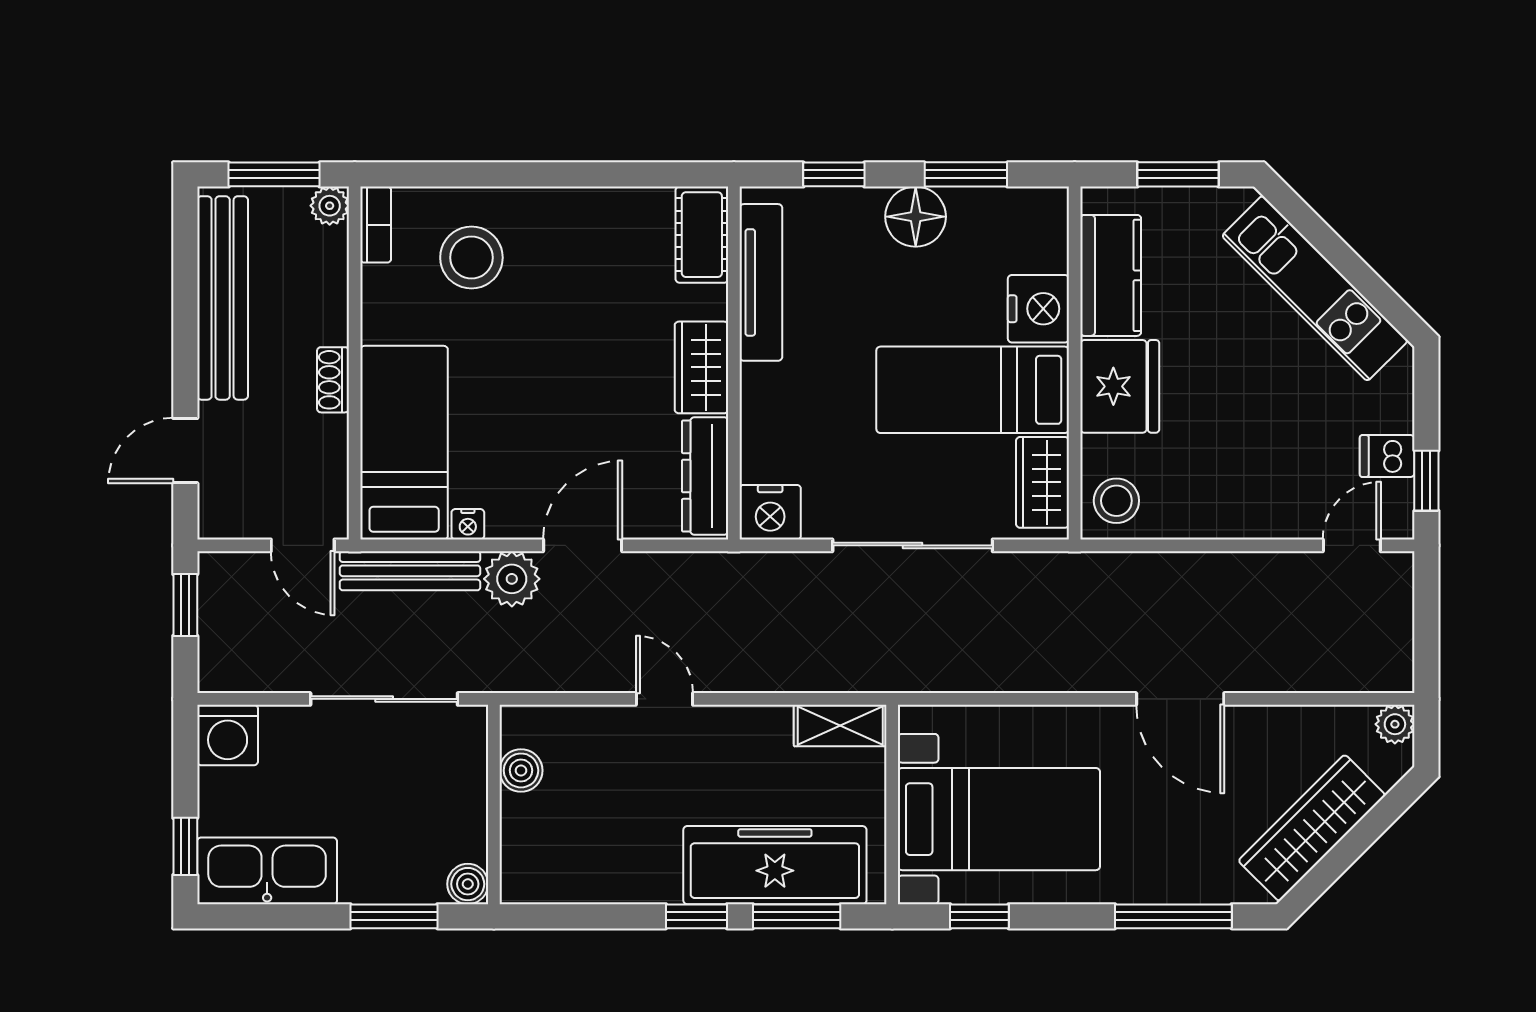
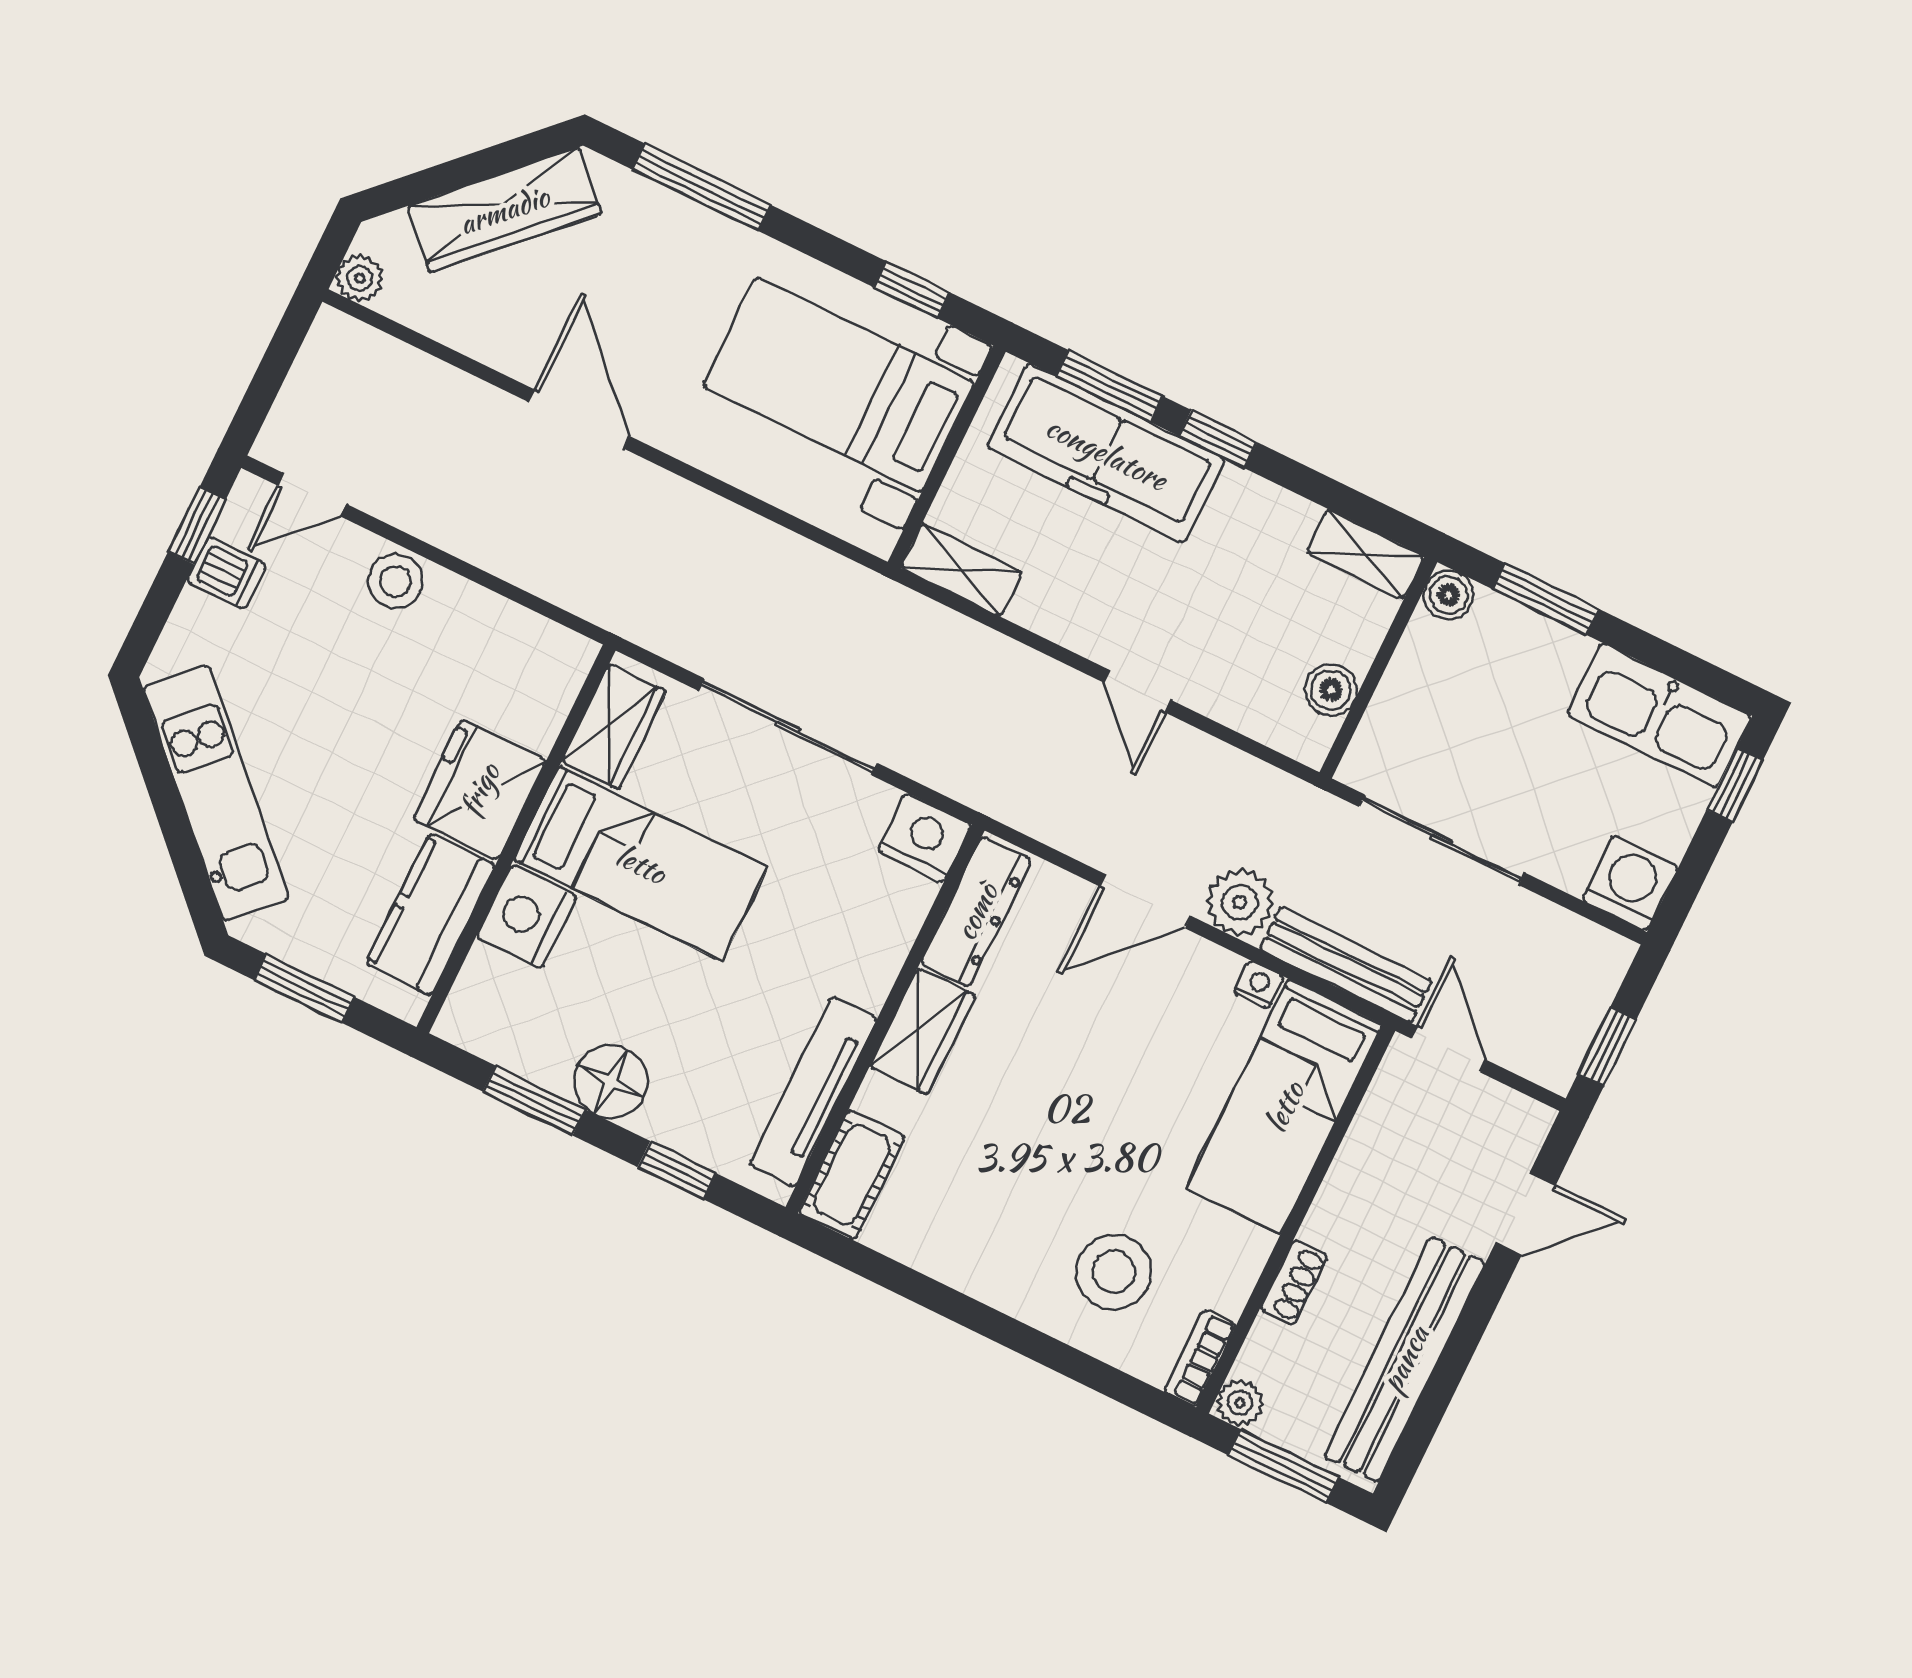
shoe rack: (333, 380) -> (1294, 1282), moved
stool: (1116, 501) -> (395, 581), moved
shelving: (545, 884) -> (1365, 554), added

